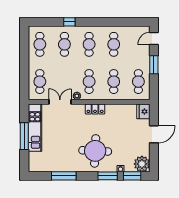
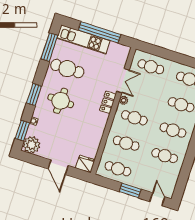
locker: (95, 109) -> (108, 102), moved
kitchen unit: (35, 128) -> (83, 39), moved
window: (24, 136) -> (100, 32), width x1.46
round table: (95, 151) -> (61, 101), width x0.73, depth x0.73
cafe table: (65, 154) -> (67, 69), added
window: (64, 176) -> (49, 47), moved
window: (108, 176) -> (34, 95), moved

